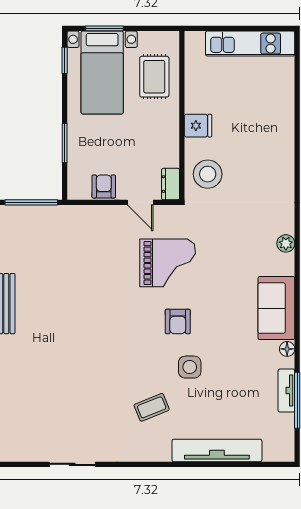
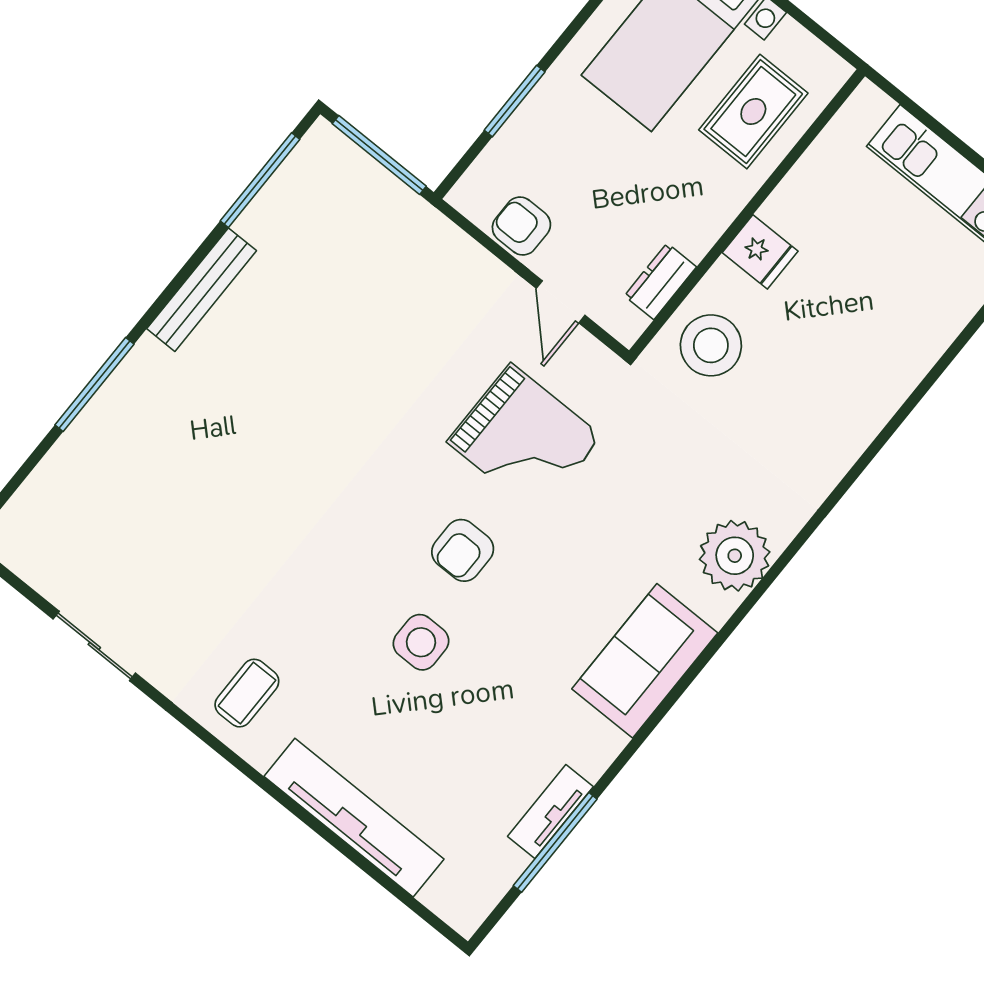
dresser: (170, 184) -> (660, 281), moved
armchair: (104, 186) -> (521, 226), turned -90
plant: (286, 243) -> (735, 556), width x1.88, depth x1.88
floor lamp: (287, 349) -> (608, 743), removed
coffee table: (152, 407) -> (247, 693), moved, turned -68

